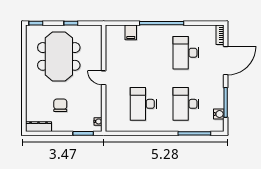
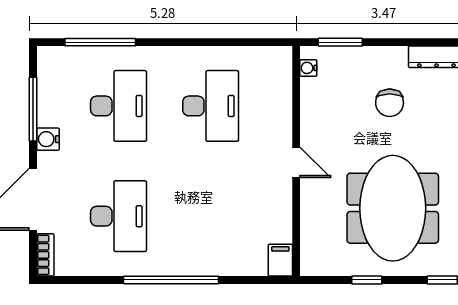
filing cabinet: (131, 32) -> (280, 260), moved
water cooler: (219, 114) -> (48, 139), moved

